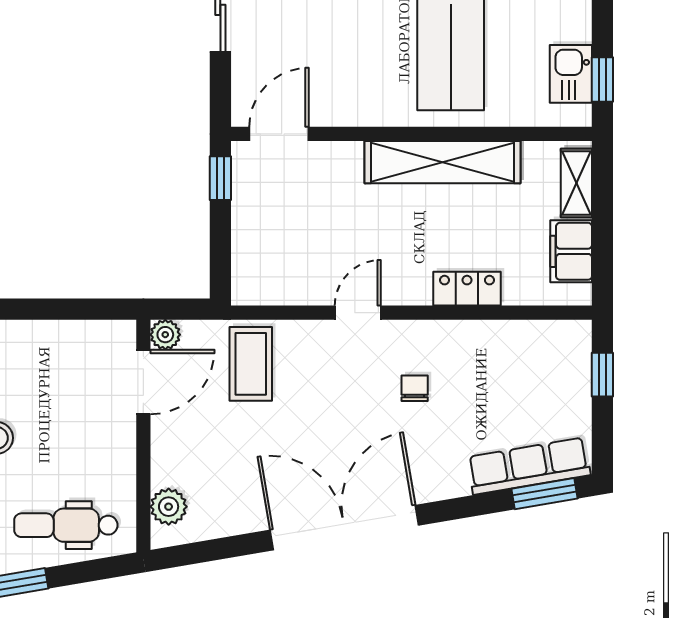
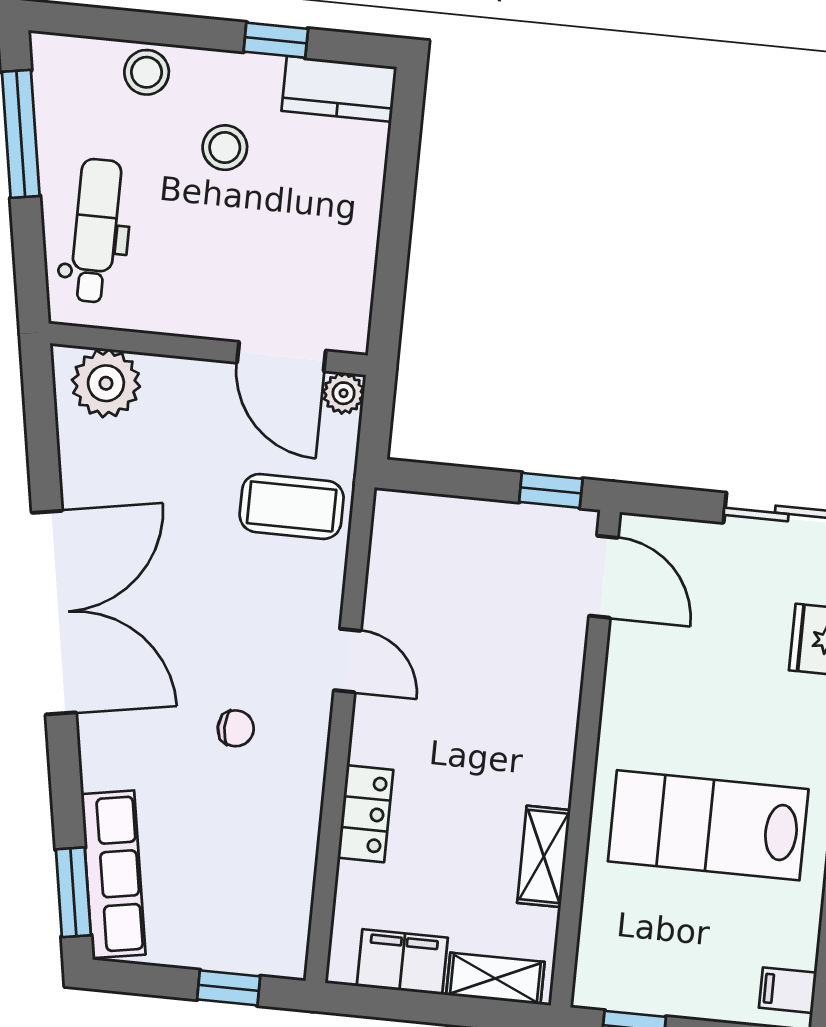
kitchen sink: (571, 74) -> (646, 986), removed
shelving: (442, 162) -> (544, 856), width x0.45, depth x0.75
plant: (169, 507) -> (106, 383), width x1.36, depth x1.36

